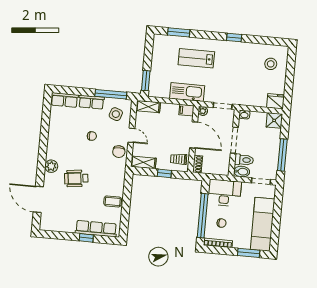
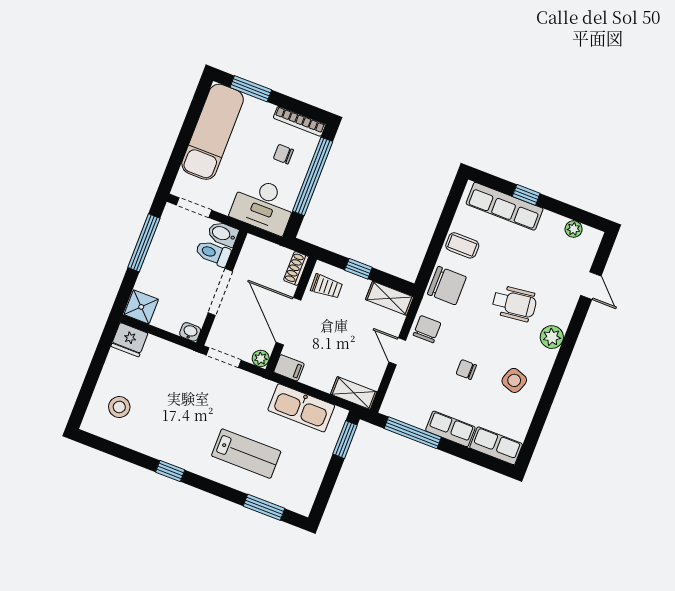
kitchen sink: (187, 92) -> (301, 408), moved
side table: (116, 114) -> (514, 380), moved
chair: (115, 178) -> (447, 286), added
door: (38, 199) -> (591, 286), width x0.53
plant: (56, 227) -> (574, 229), added

